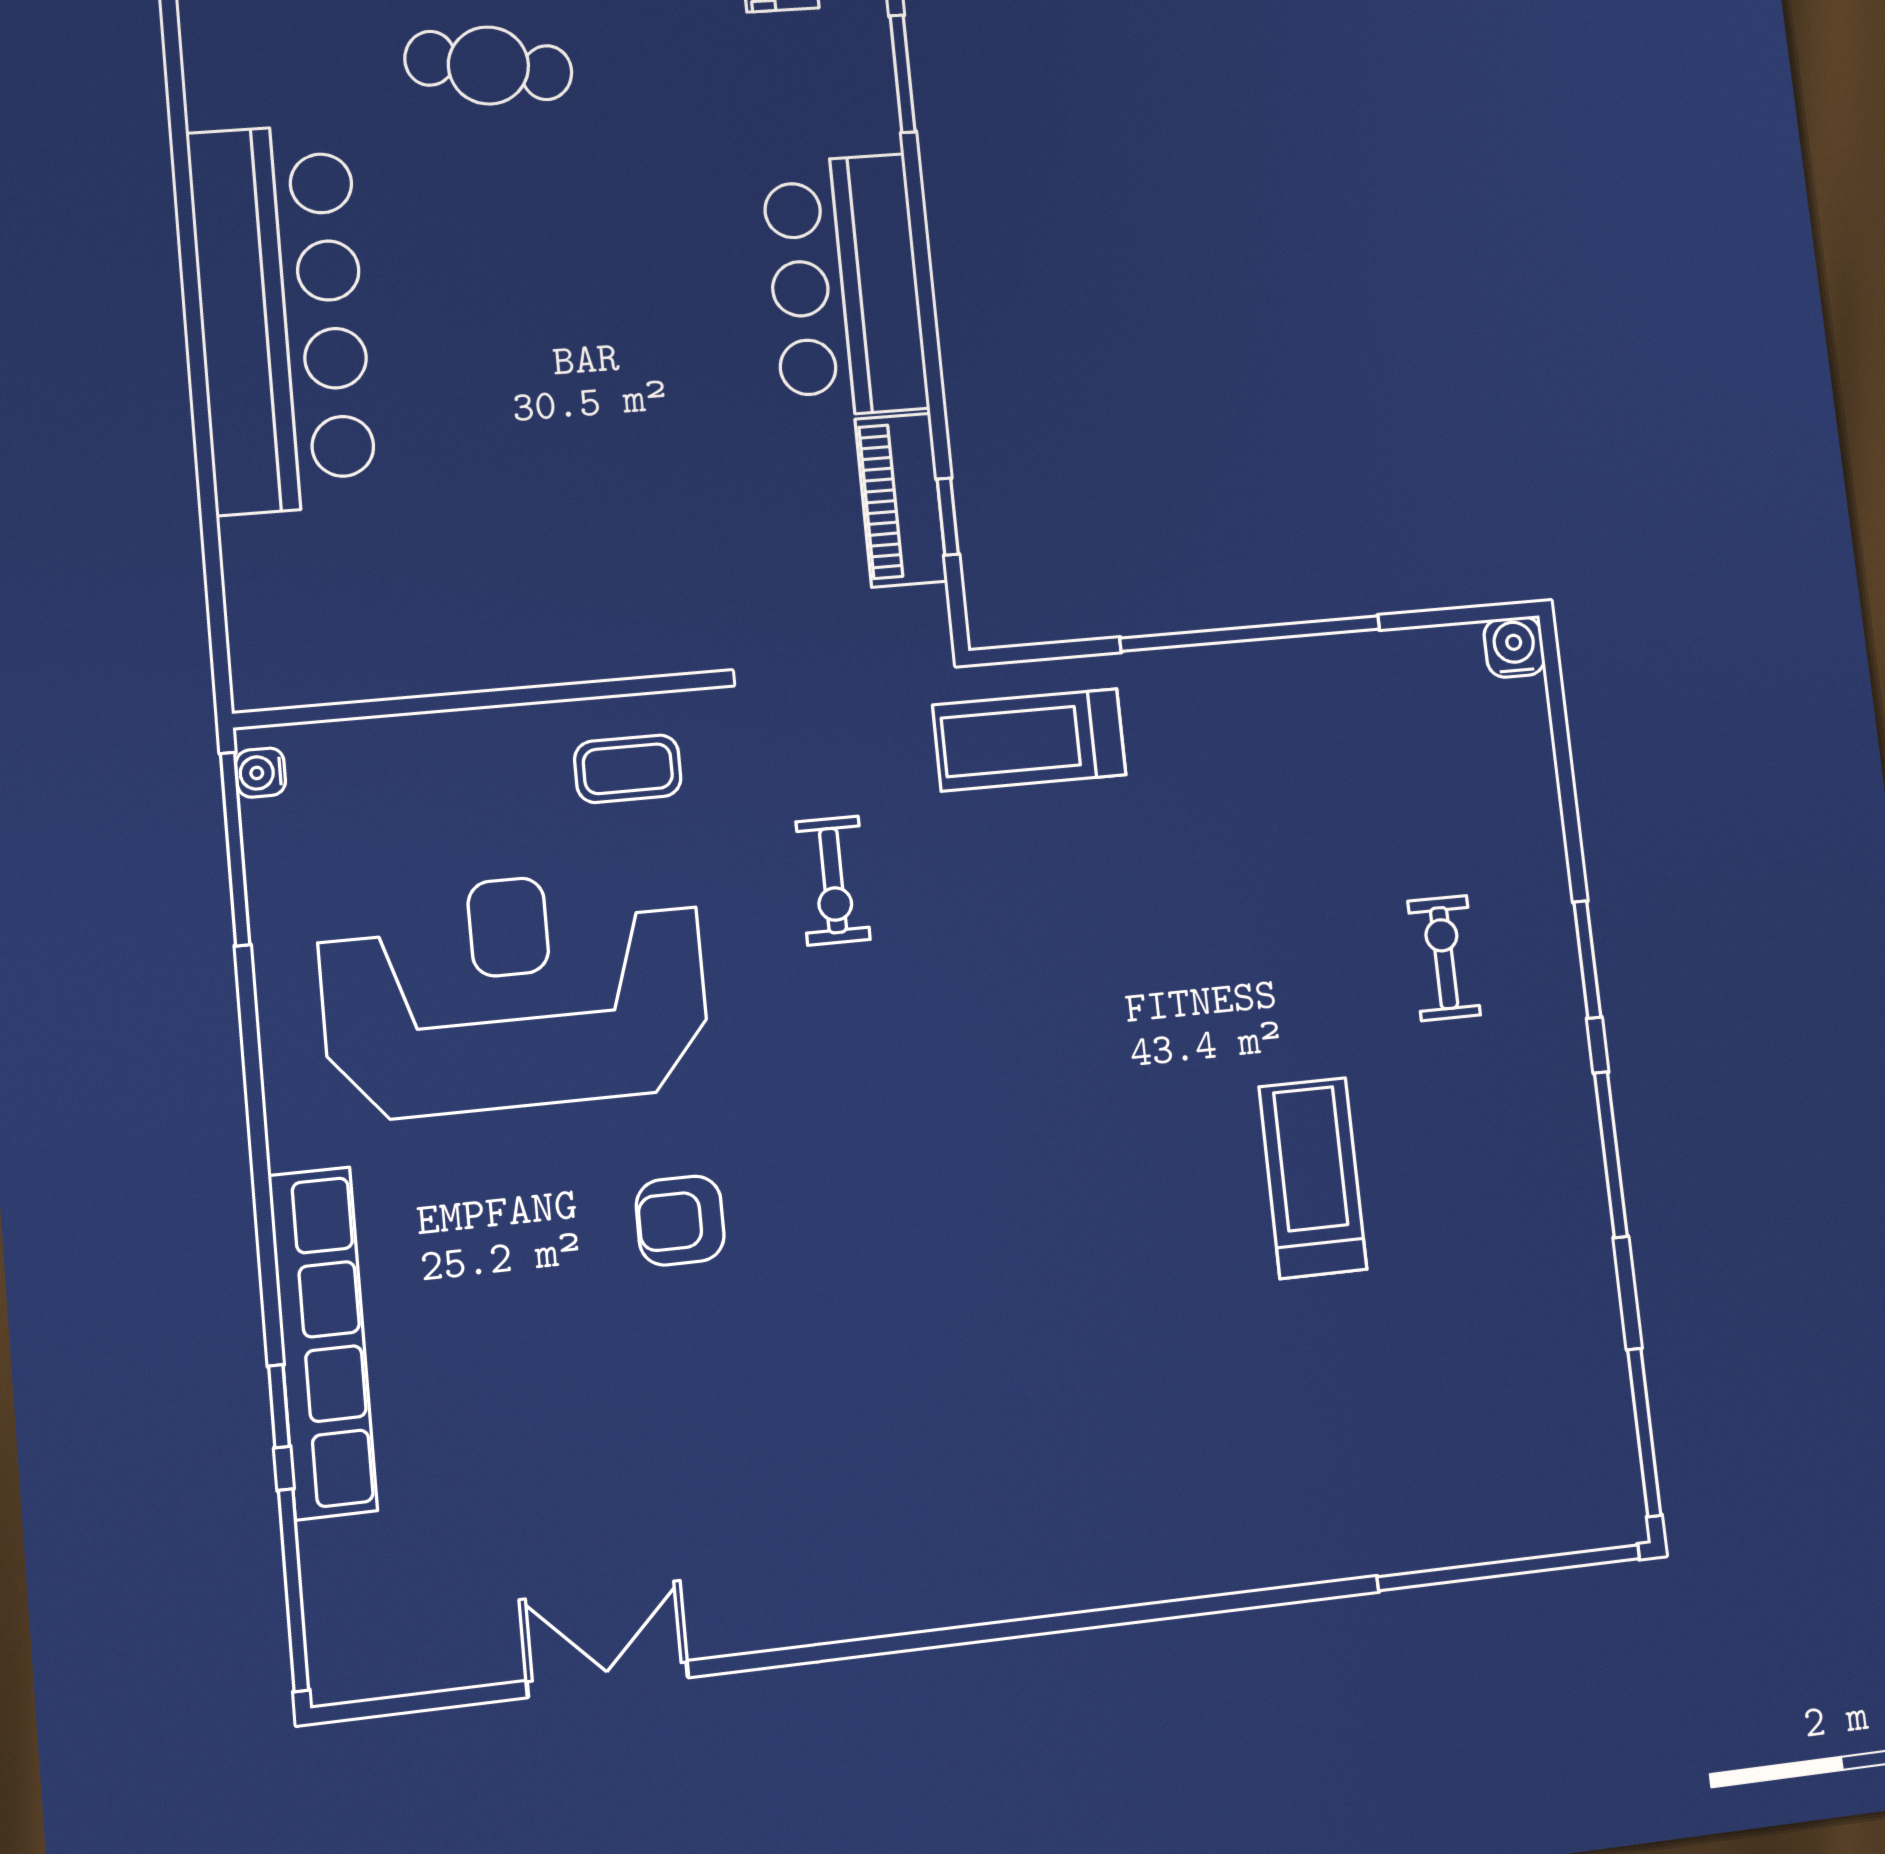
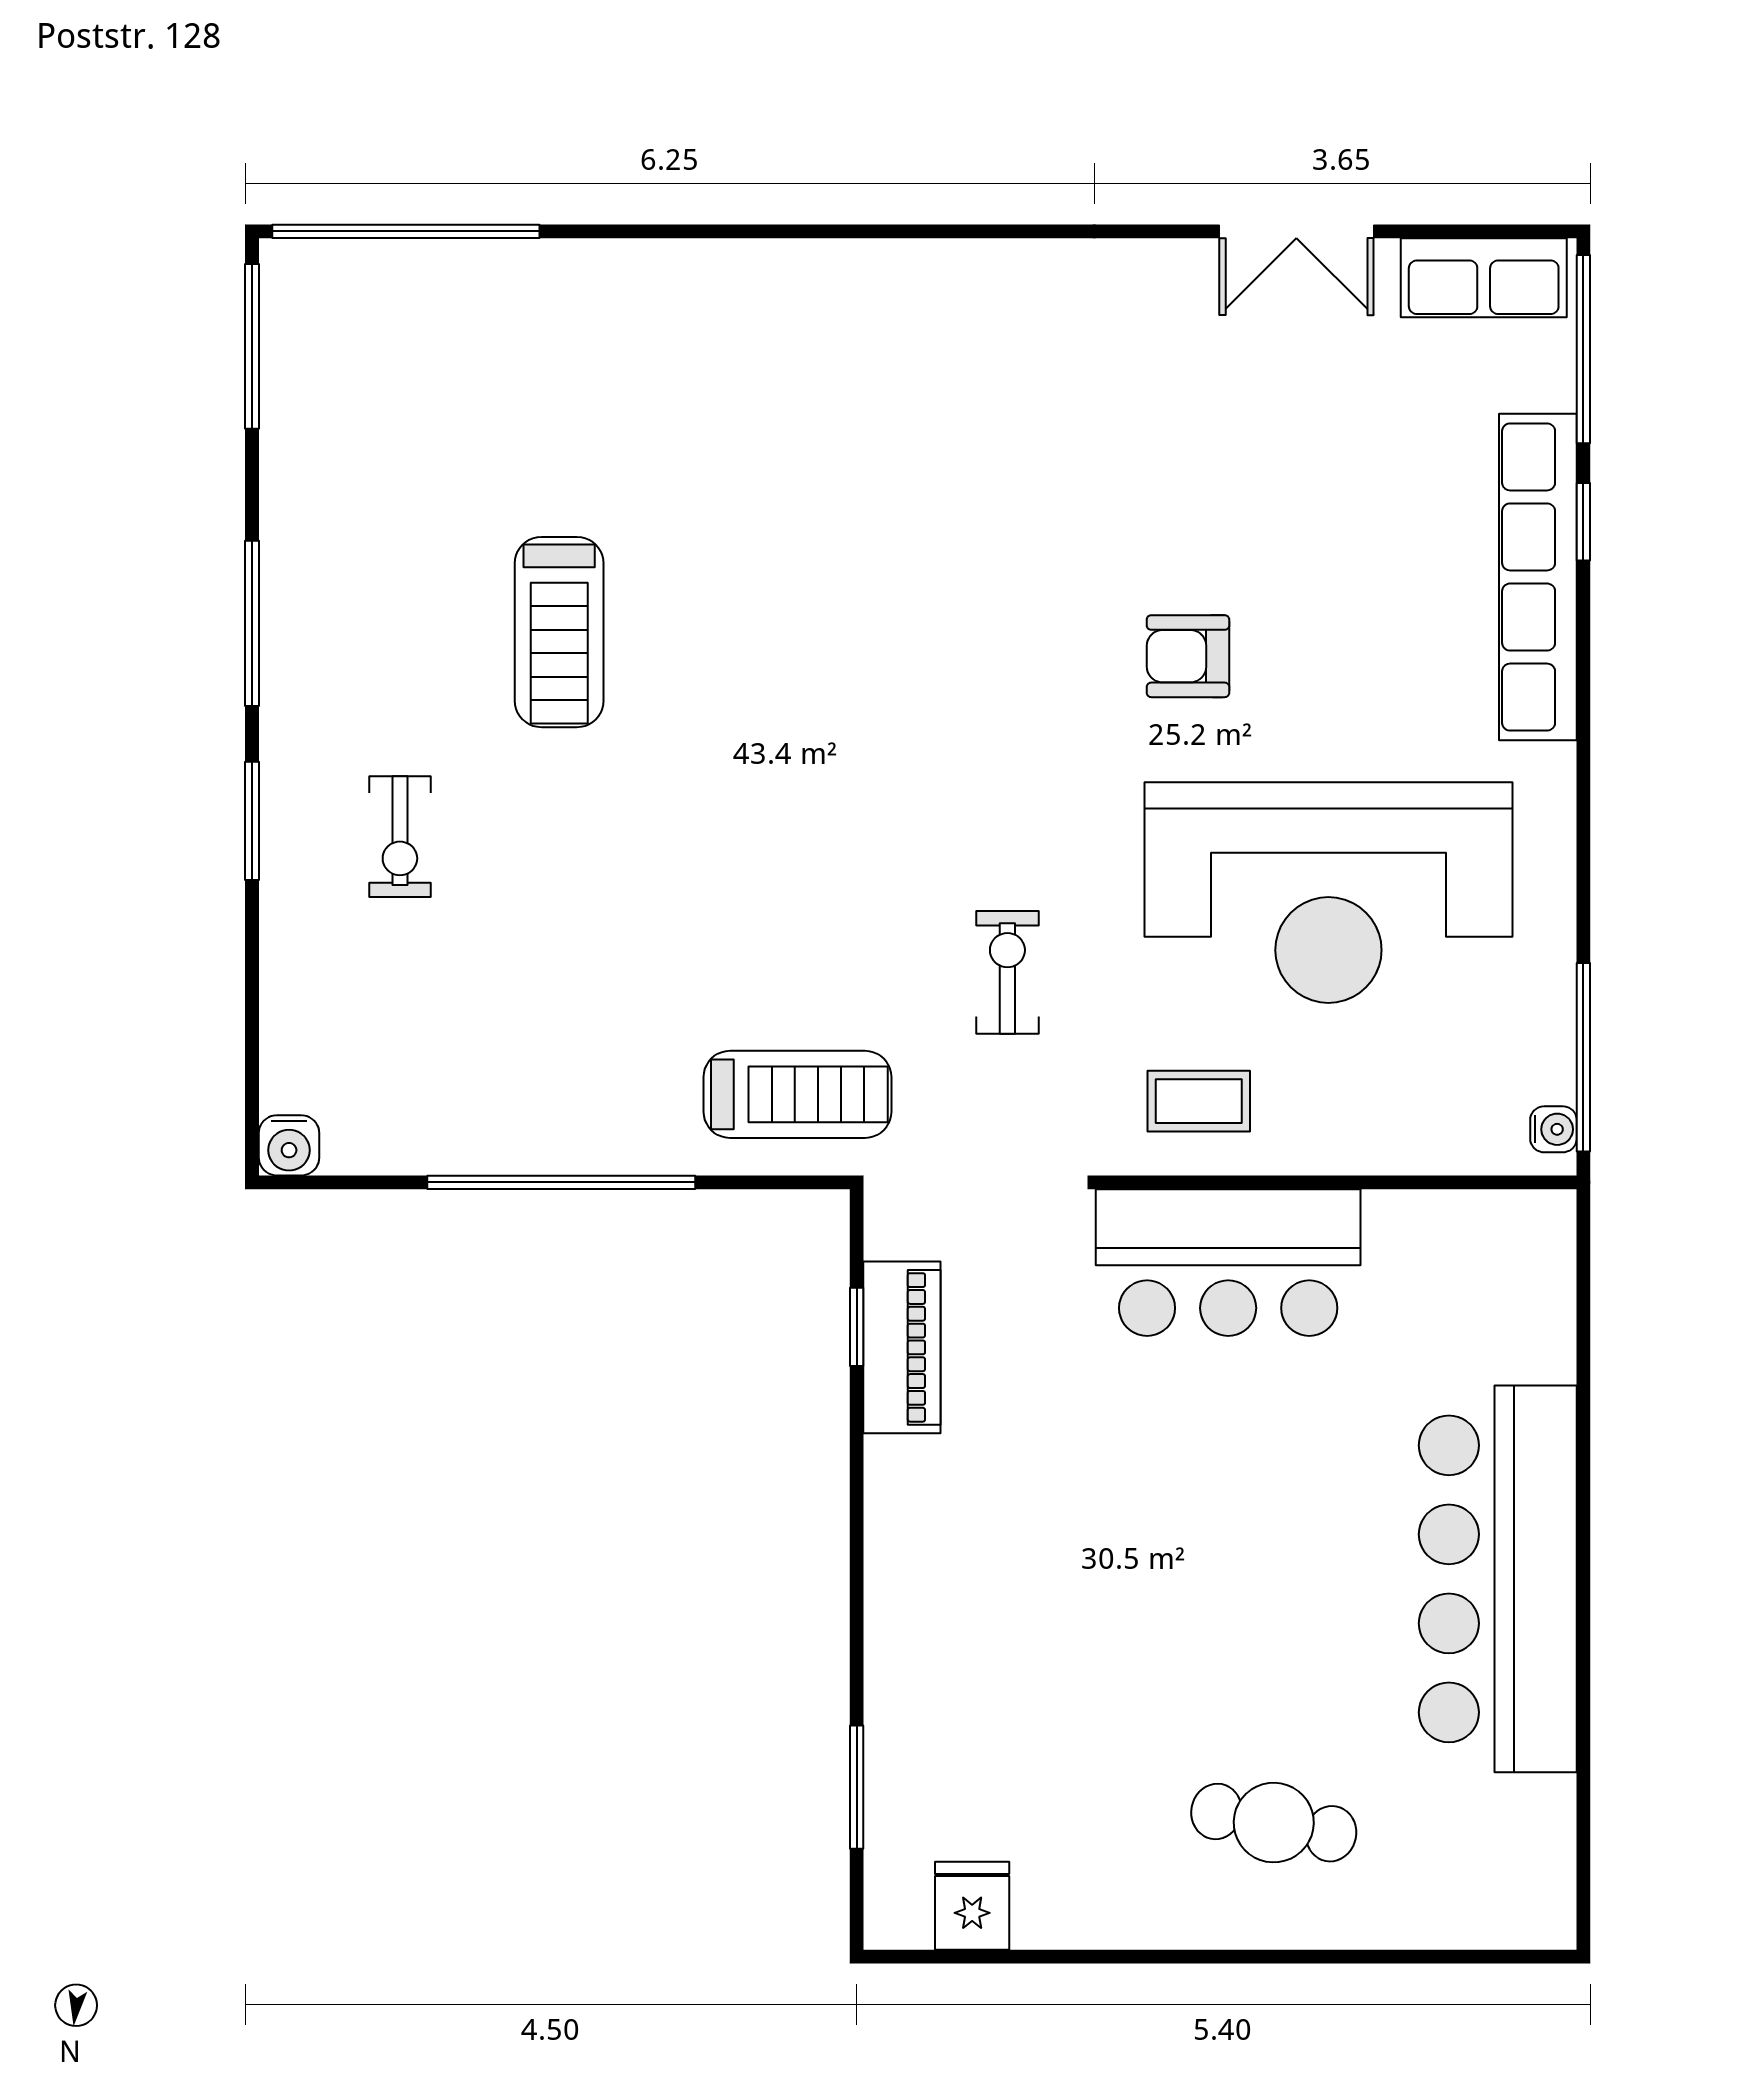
bar counter: (845, 286) -> (1228, 1263), moved, turned 90
armchair: (680, 1221) -> (1188, 656), turned 180
row of seats: (406, 1654) -> (1484, 278), added

